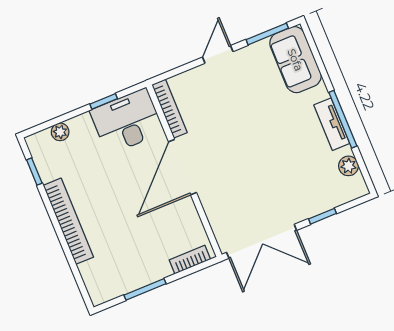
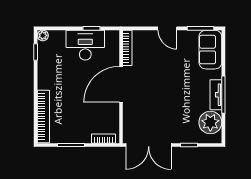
door: (218, 54) -> (167, 28), swing flipped
desk: (127, 121) -> (85, 45), moved
plant: (60, 132) -> (43, 35), moved
plant: (348, 166) -> (210, 122), width x1.87, depth x1.87
bookcase: (68, 221) -> (43, 116), moved

